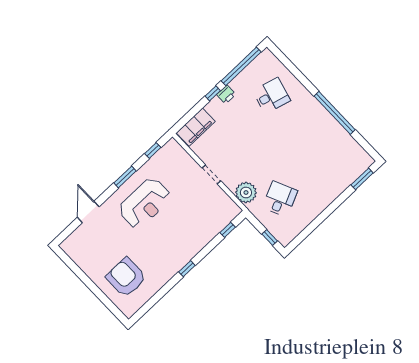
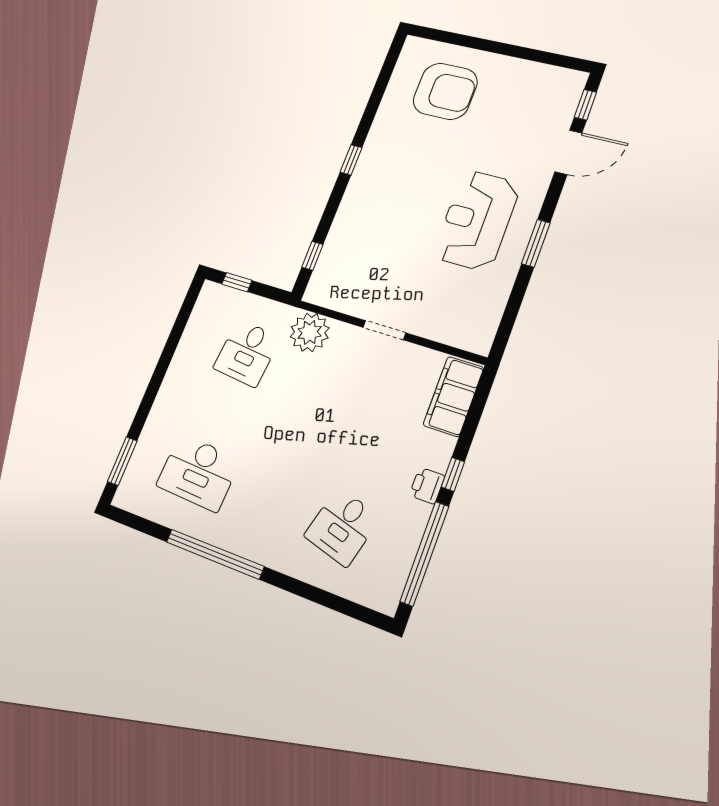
window: (153, 151) -> (585, 105), moved
desk: (327, 154) -> (198, 472), added
desk: (280, 199) -> (247, 353), turned 30
door: (88, 212) -> (568, 152), hinge flipped

